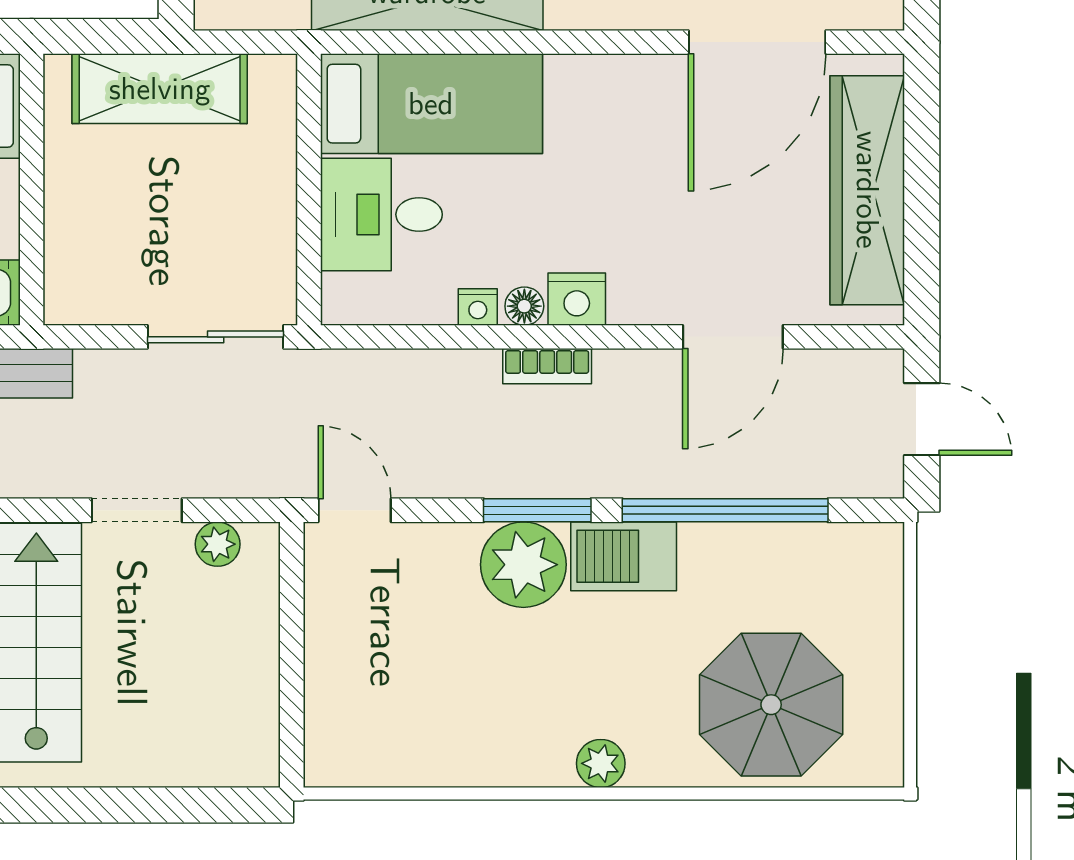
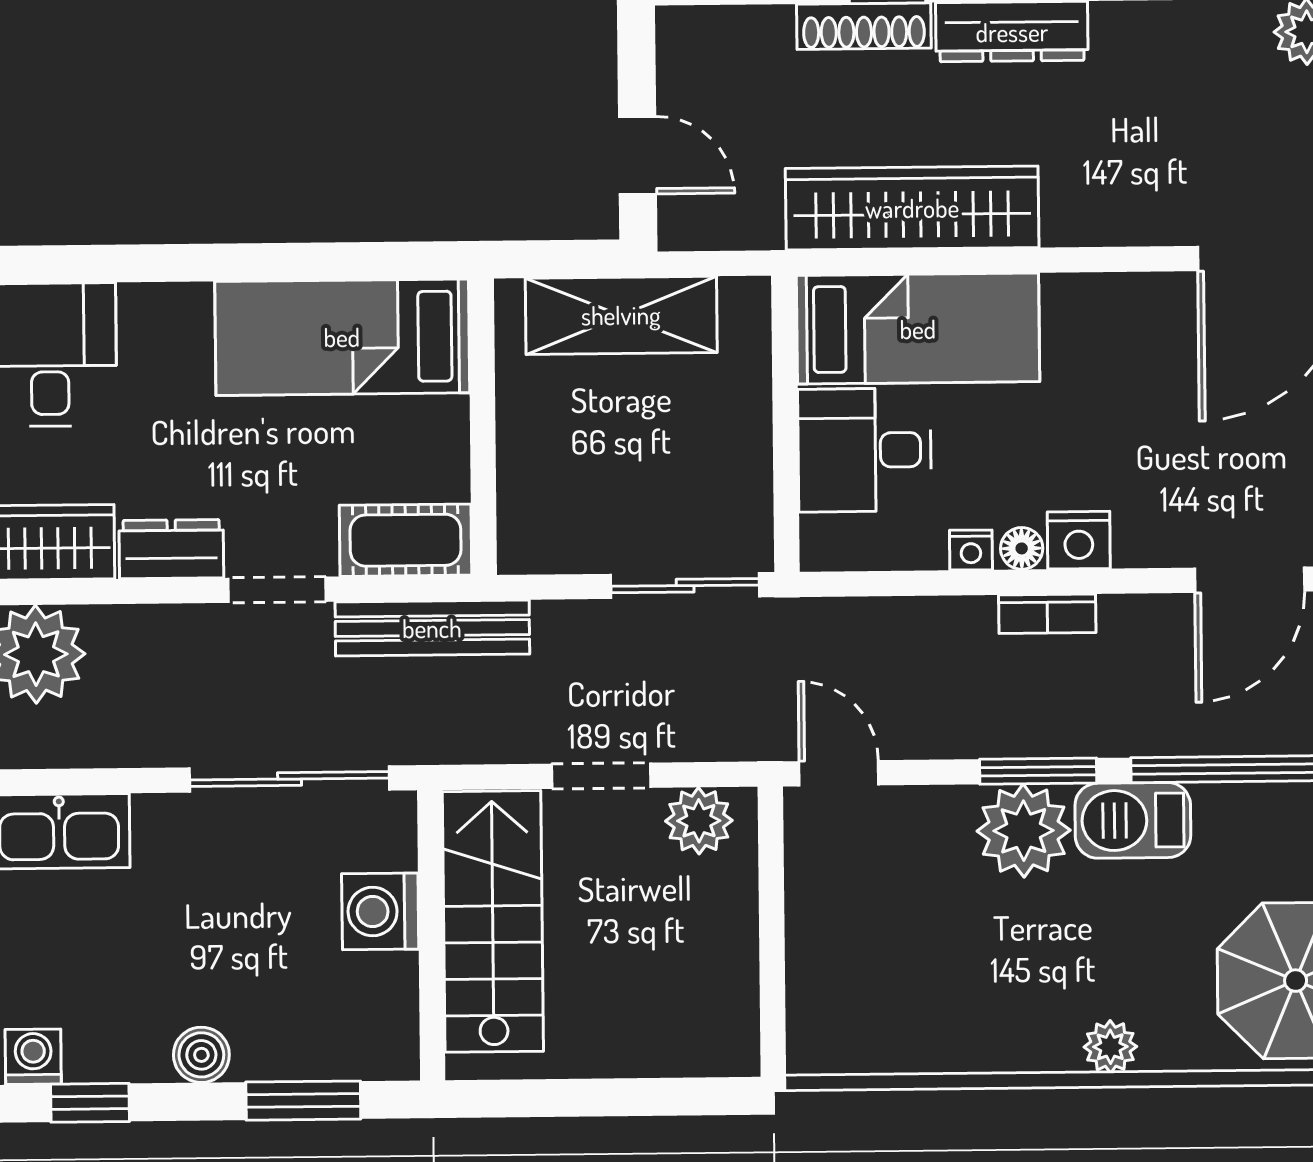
plant: (218, 544) -> (699, 821), width x1.38, depth x1.38

